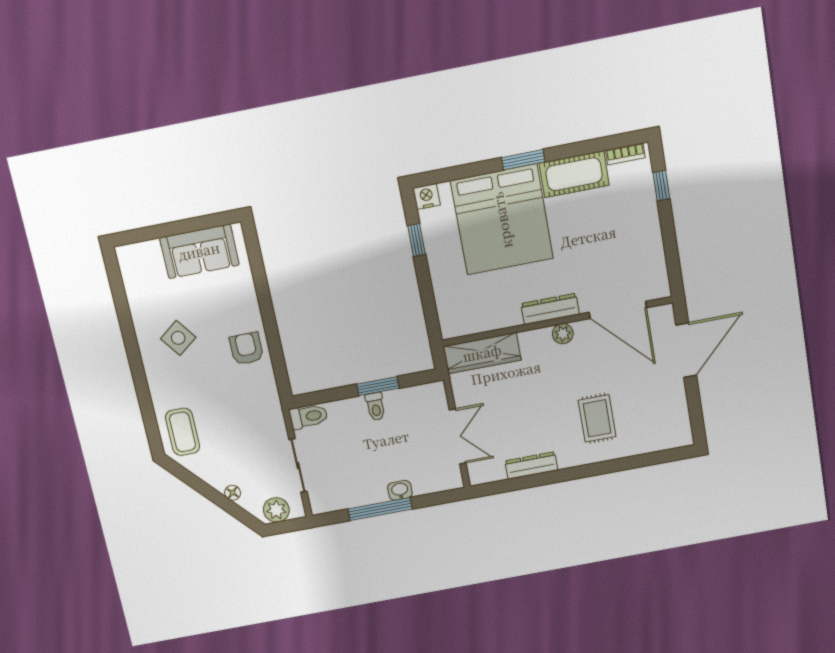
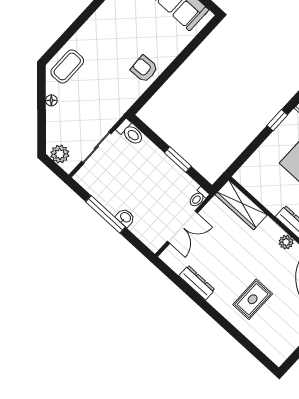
side table: (178, 338) -> (122, 26), removed
armchair: (246, 349) -> (144, 69), turned -93
toilet: (375, 407) -> (198, 198), moved
floor lamp: (233, 493) -> (51, 100), moved

